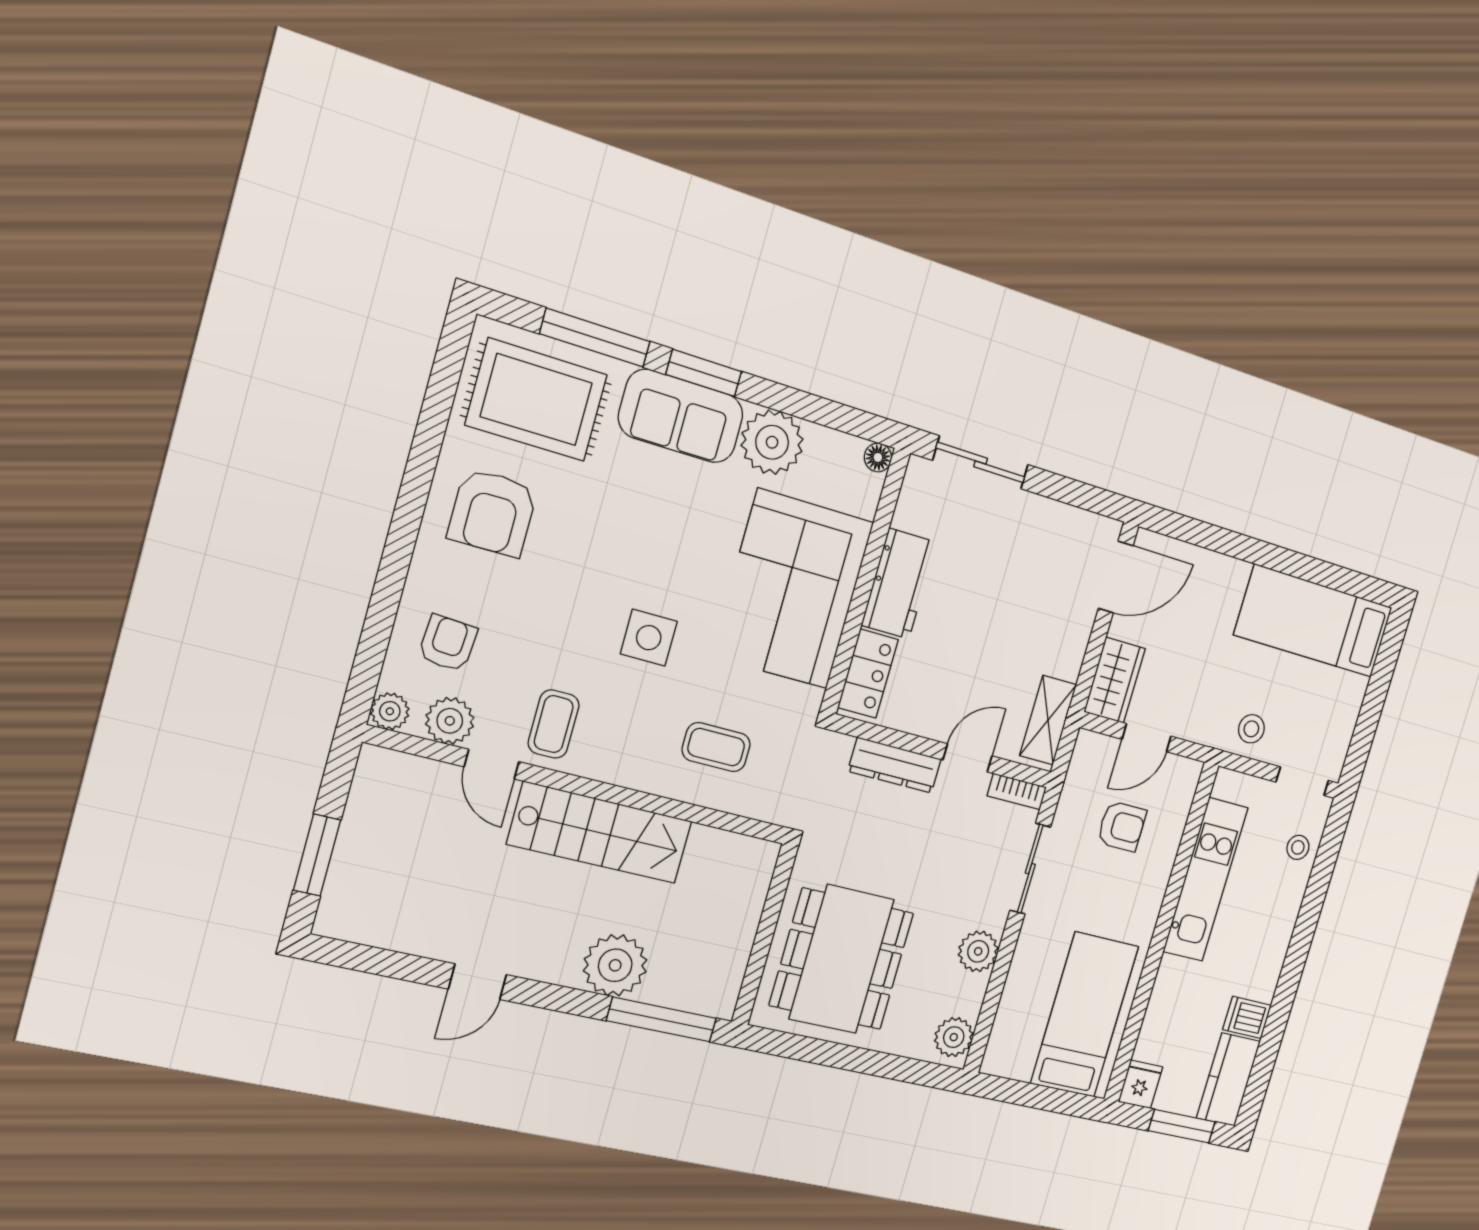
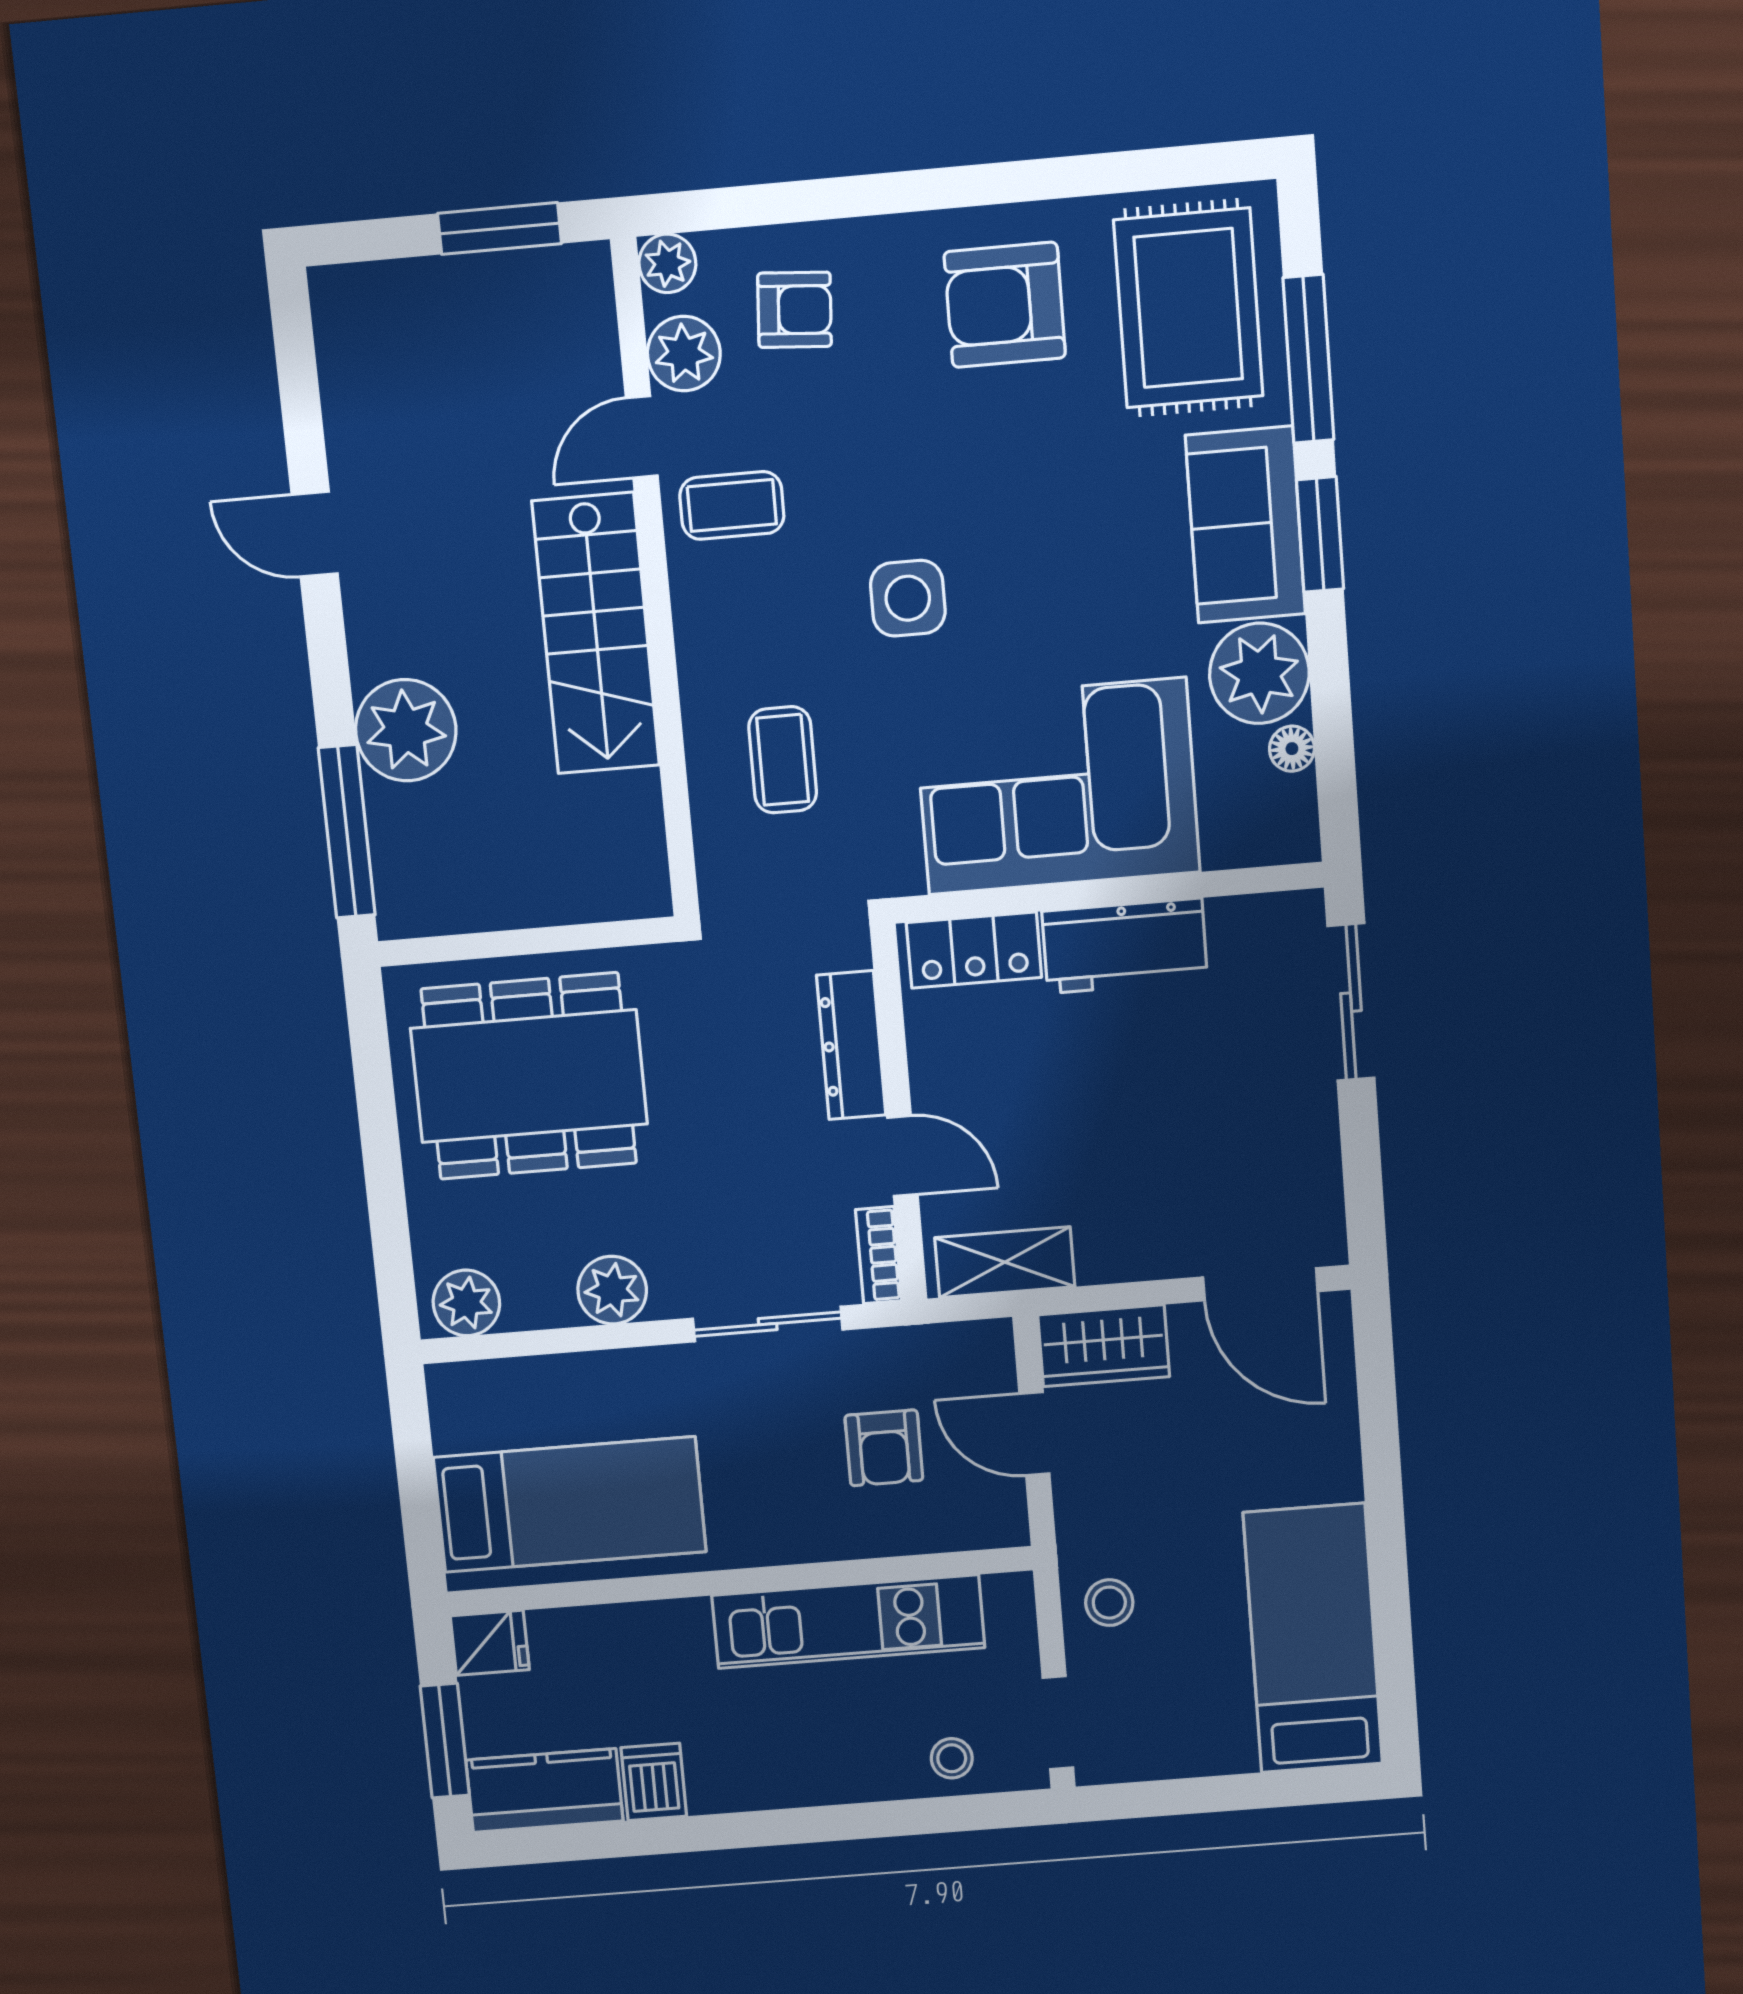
floor lamp: (878, 457) -> (1292, 749), moved
window: (317, 855) -> (499, 228), moved

